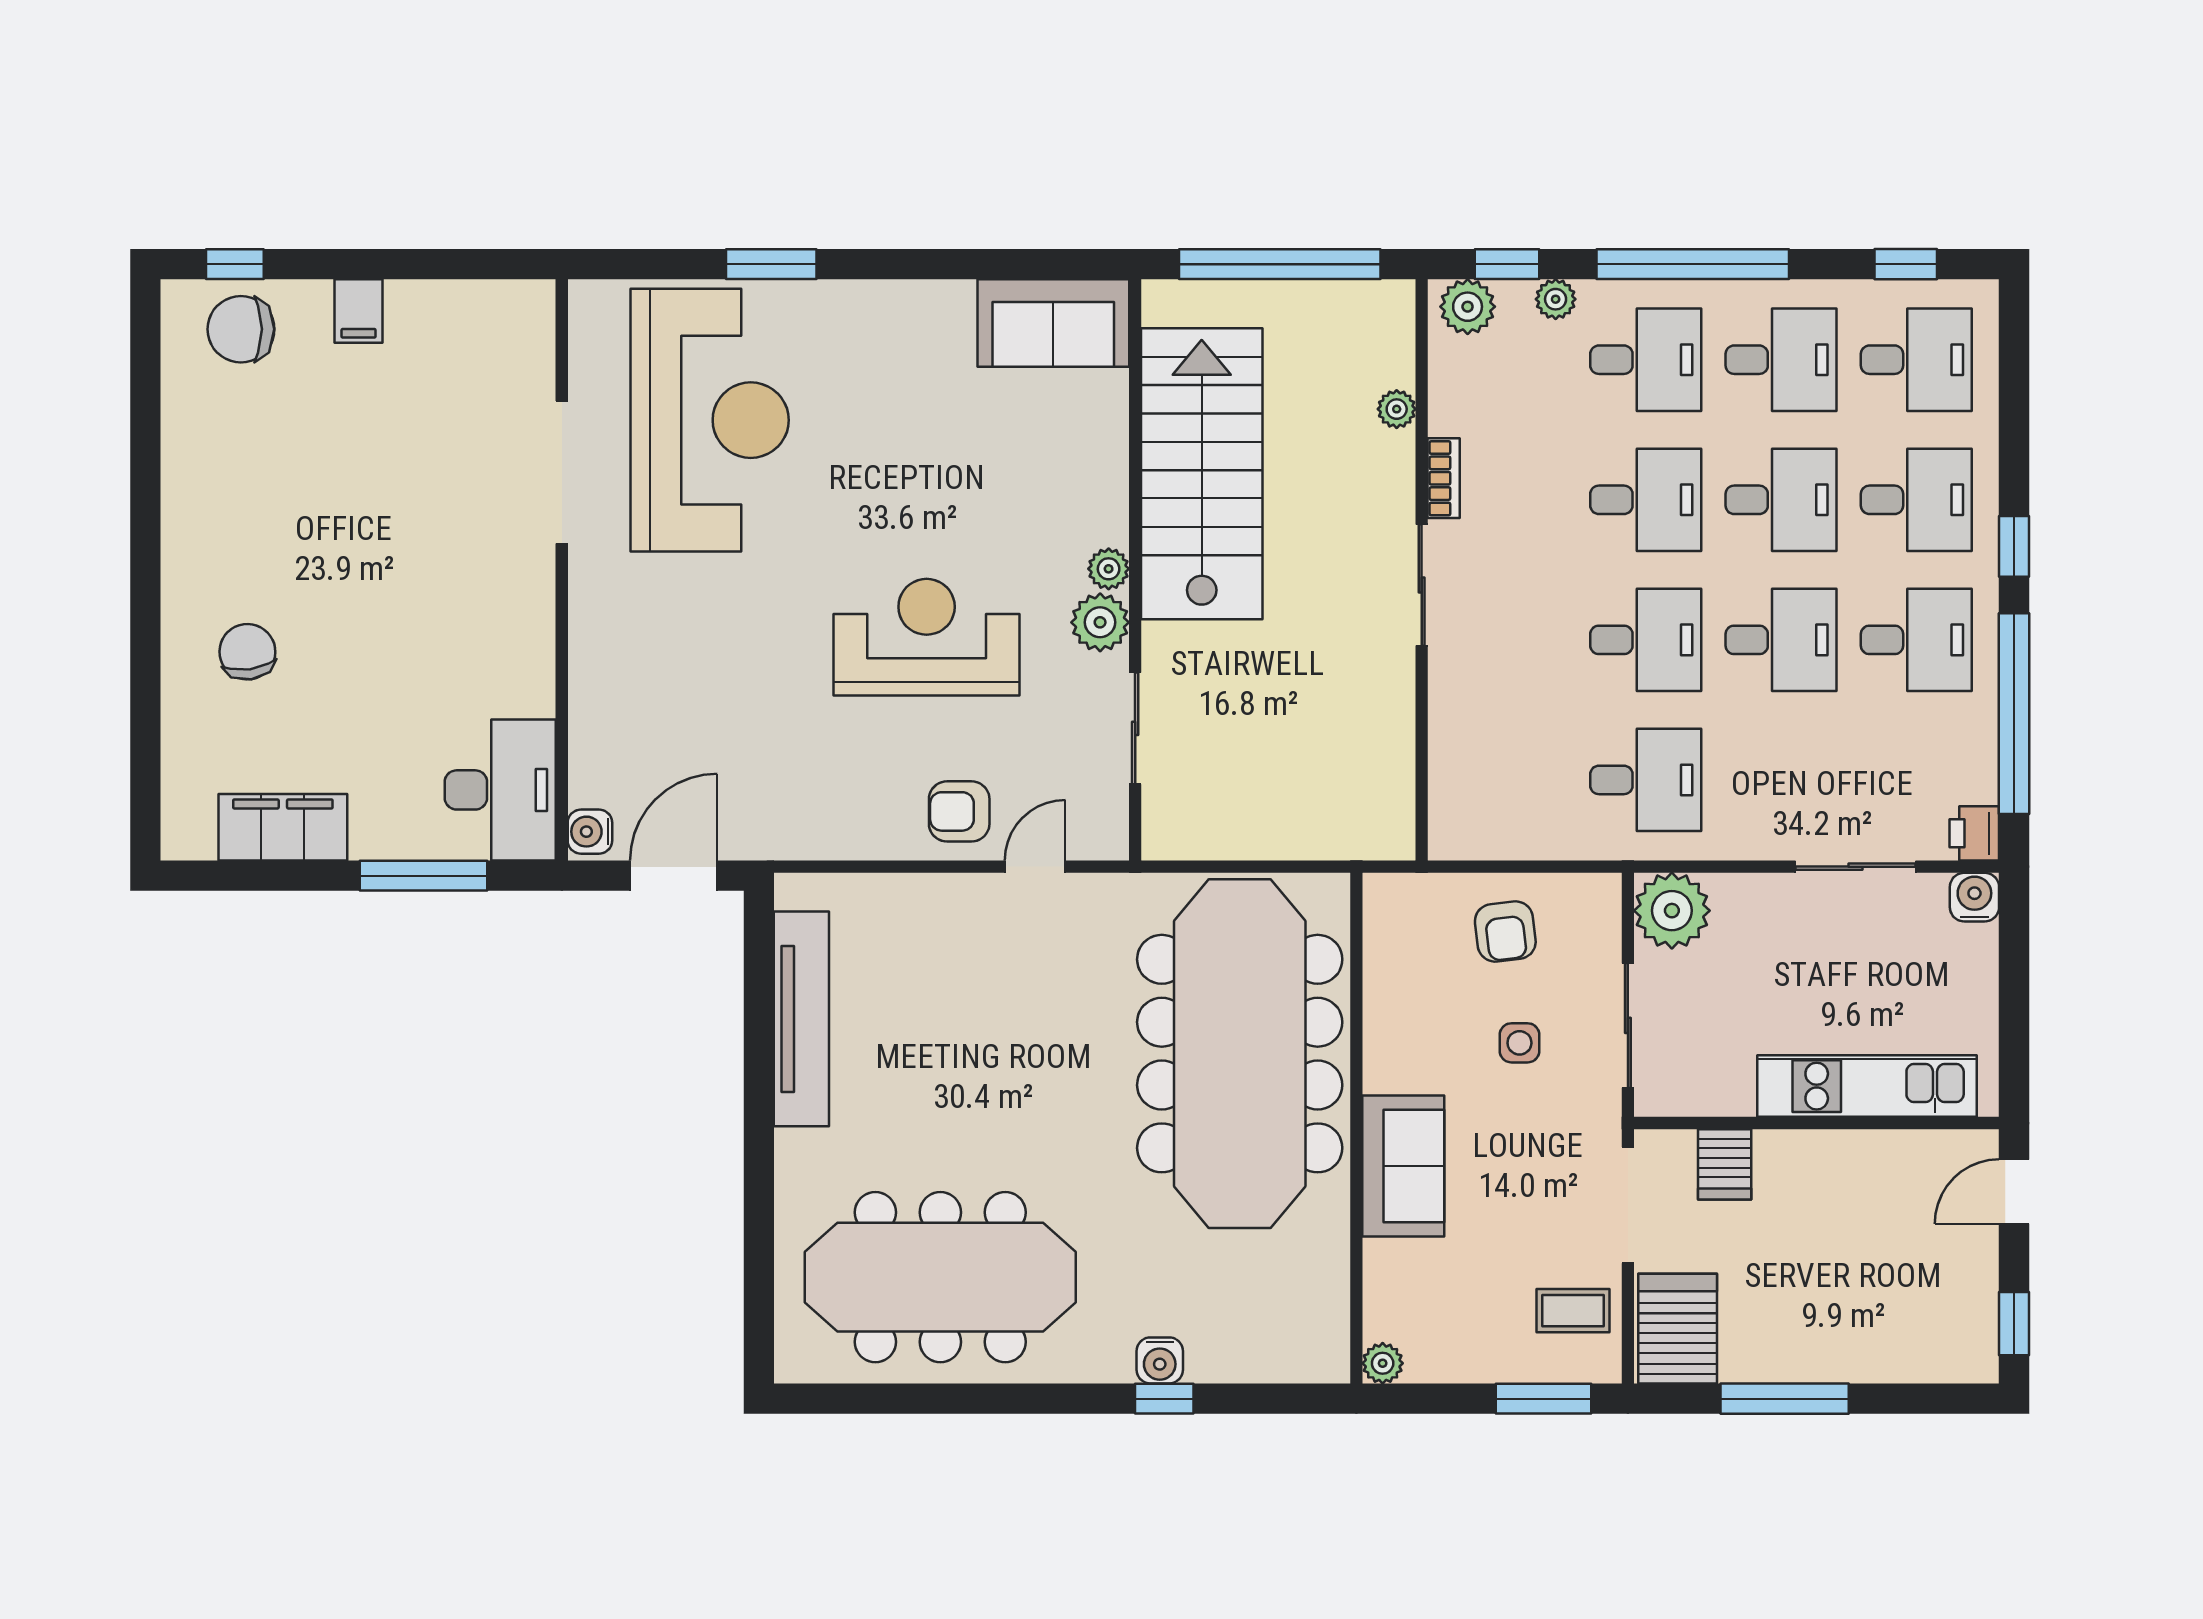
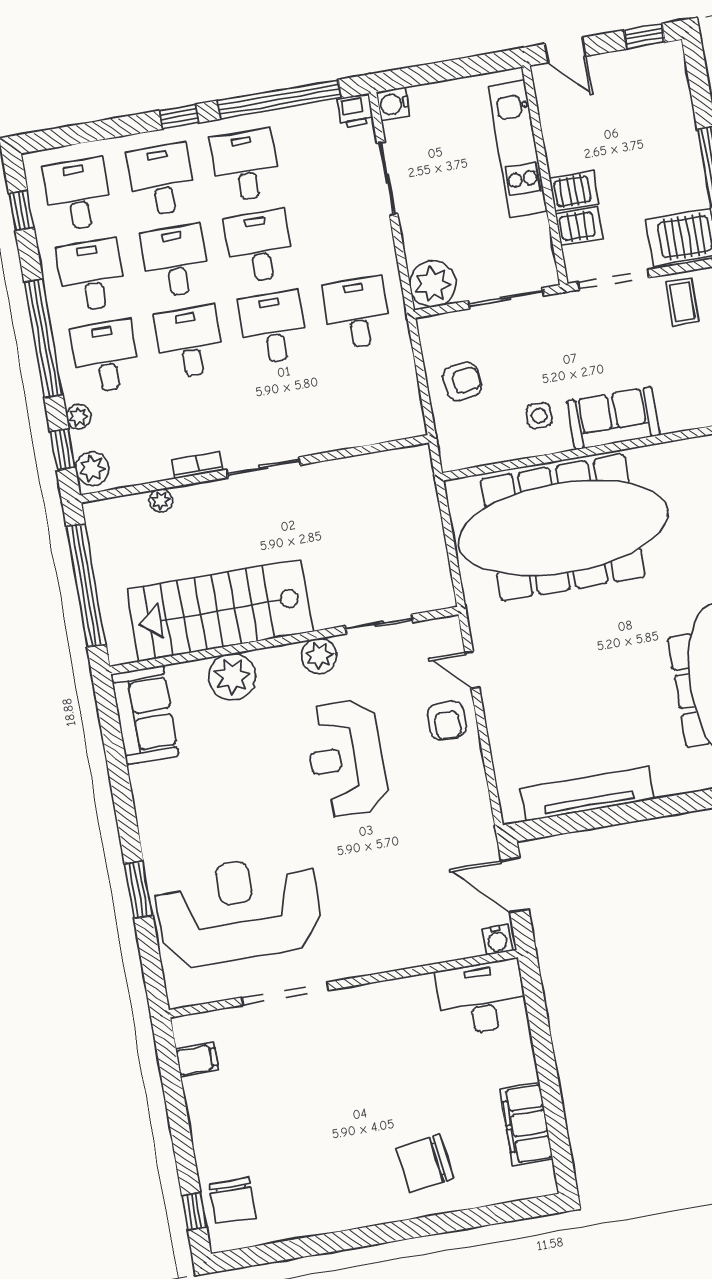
filing cabinet: (359, 311) -> (197, 1060), moved
plant: (1109, 569) -> (232, 677), moved, width x1.87, depth x1.87
chair: (247, 652) -> (425, 1163), width x1.37, depth x1.37
window: (423, 876) -> (541, 1035), removed
side table: (1519, 1043) -> (539, 416), moved
server rack: (1783, 1166) -> (574, 191), added

